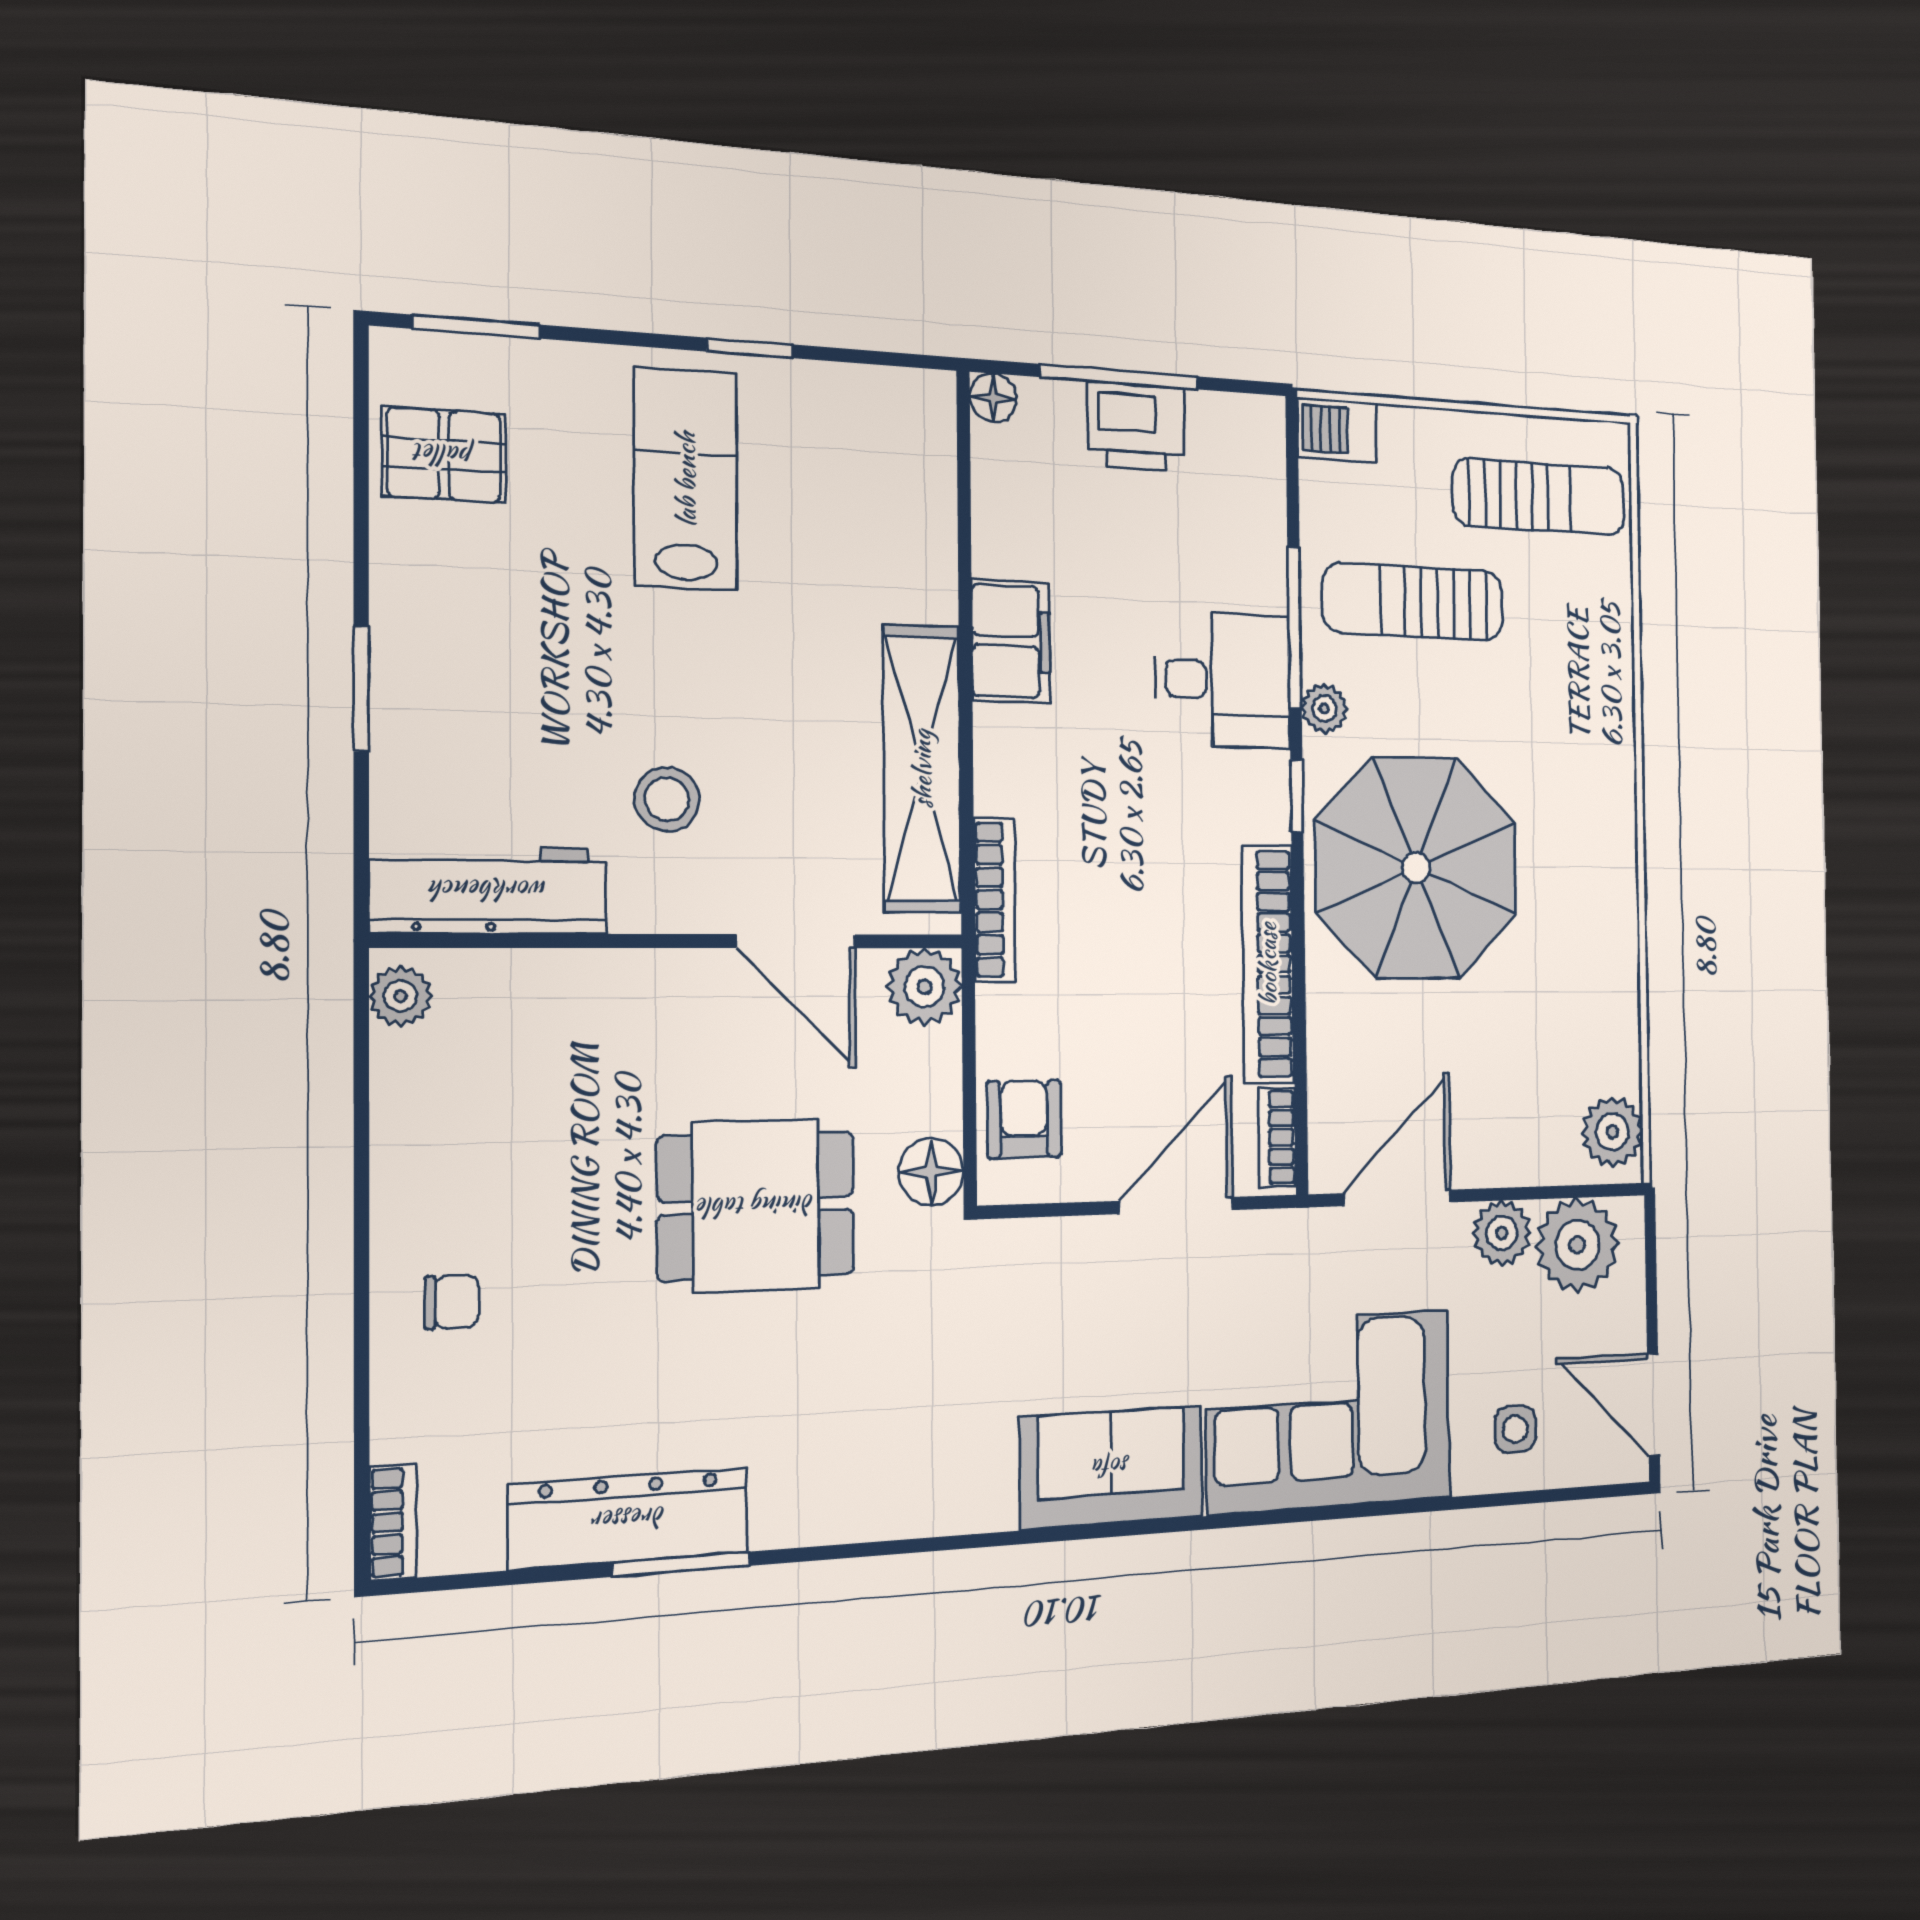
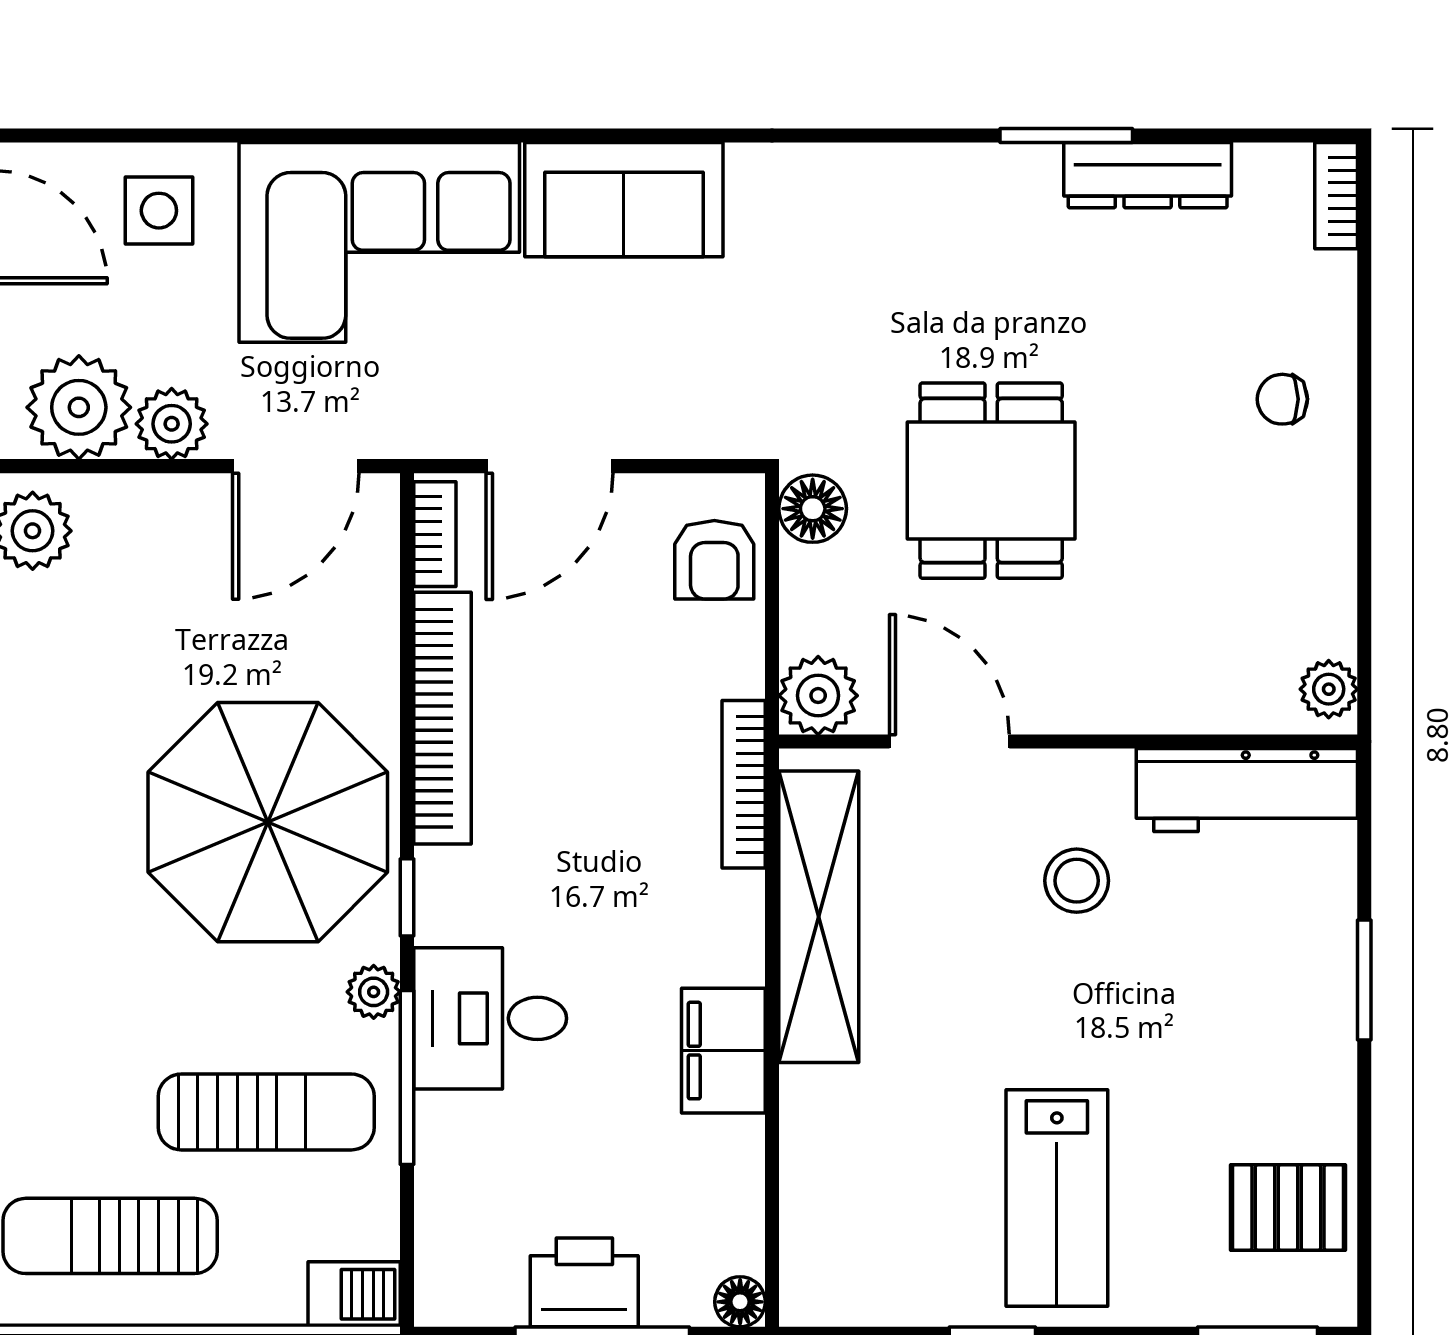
dining table: (756, 1206) -> (991, 481), turned 90
side table: (1515, 1429) -> (159, 211), width x1.37, depth x1.37
dresser: (629, 1519) -> (1148, 175), width x0.73, depth x0.80

